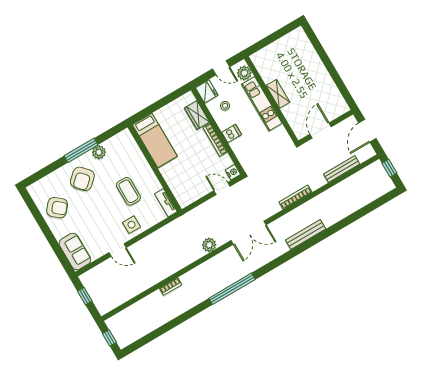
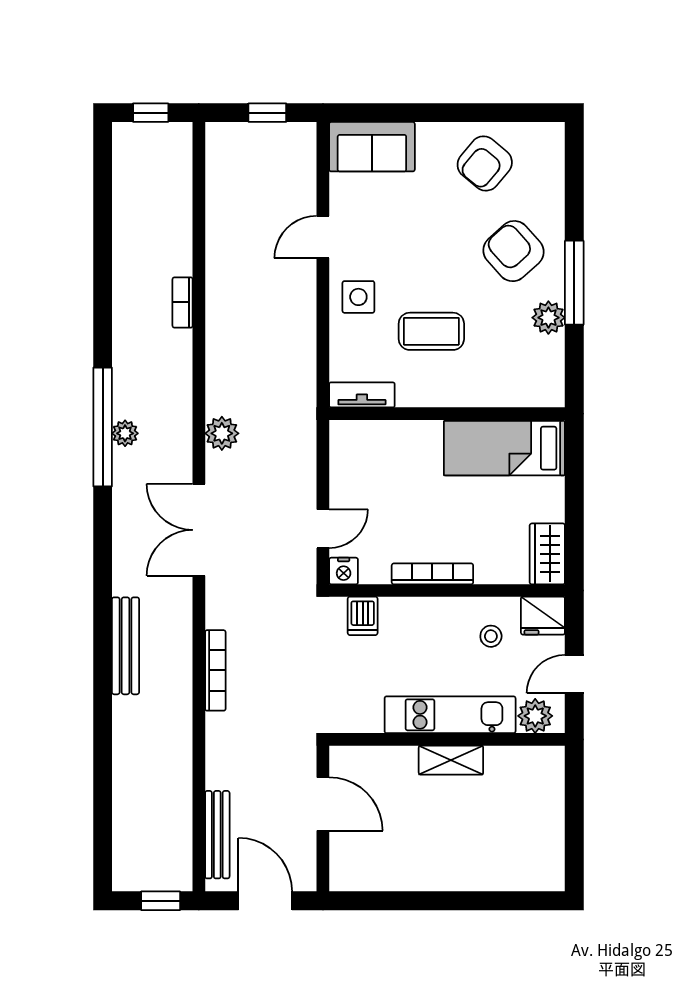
wardrobe: (197, 115) -> (547, 554), moved, turned -90
dishwasher: (232, 133) -> (363, 616), moved
bench: (342, 169) -> (217, 835), moved
plant: (230, 279) -> (125, 433), added

